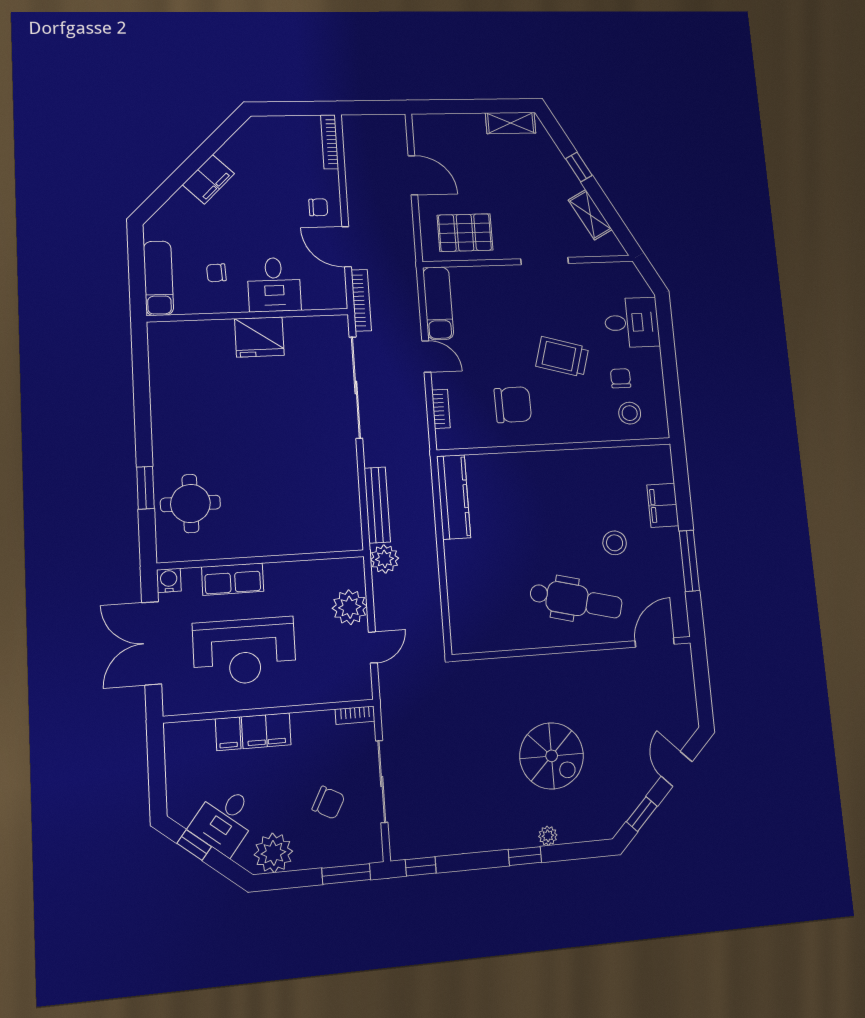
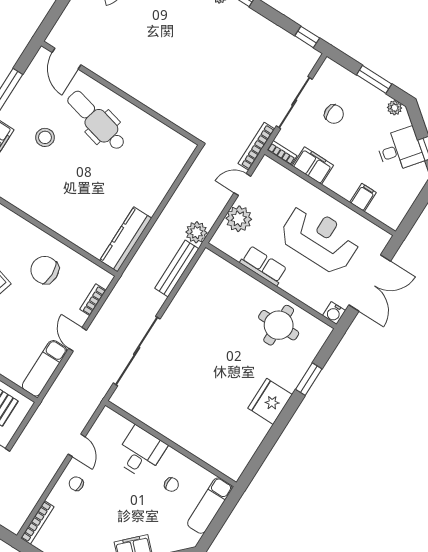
door: (347, 247) -> (77, 445), width x0.73
bookcase: (361, 300) -> (256, 146), moved
fridge: (259, 337) -> (270, 401), moved, turned -90
round table: (190, 504) -> (279, 325), moved
row of seats: (233, 579) -> (263, 266), moved
door: (655, 643) -> (66, 59), hinge flipped
filing cabinet: (266, 731) -> (313, 165), moved
spiral stairs: (552, 756) -> (182, 40), removed
chair: (328, 803) -> (334, 114), turned 152
plant: (273, 853) -> (395, 108), width x0.53, depth x0.53
window: (346, 874) -> (374, 79), moved

